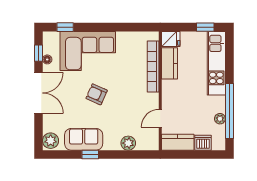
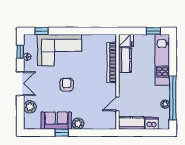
double door: (38, 93) -> (20, 84), width x0.73
armchair: (97, 94) -> (67, 85), turned 66
plant: (51, 141) -> (30, 107), moved
plant: (128, 143) -> (78, 124), moved

